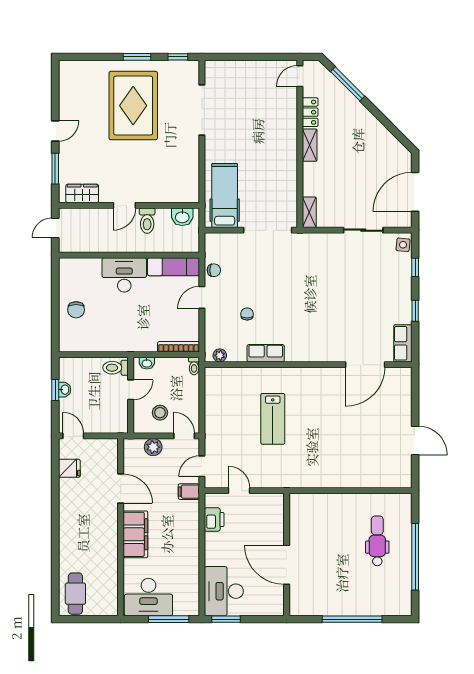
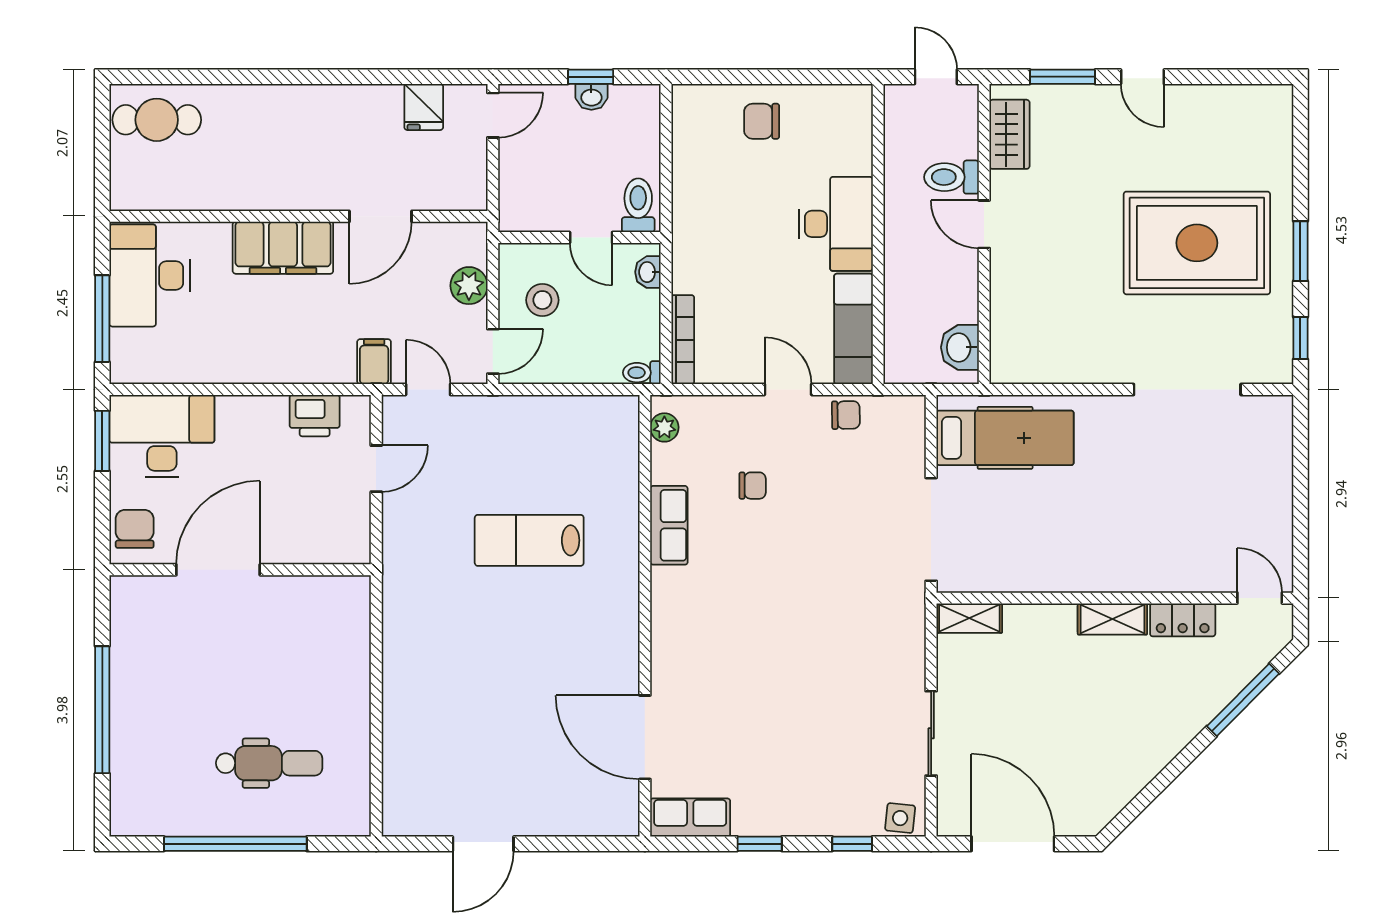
toilet: (147, 221) -> (951, 177), moved
chair: (214, 270) -> (846, 415), turned -91
chair: (267, 604) -> (135, 529), added

